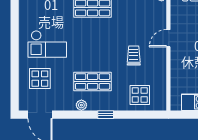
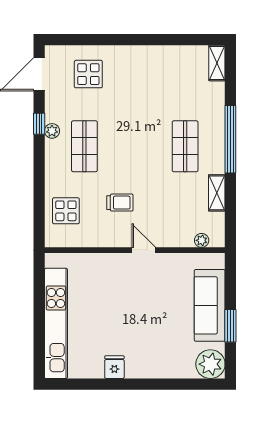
checkout: (47, 44) -> (136, 84), removed
window: (106, 115) -> (39, 124), moved

